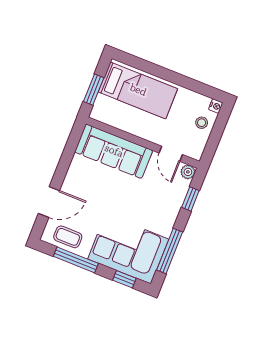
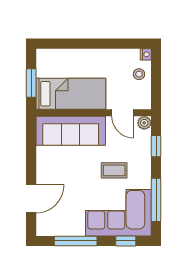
bed: (138, 90) -> (71, 94), moved
coffee table: (68, 237) -> (114, 170), moved

